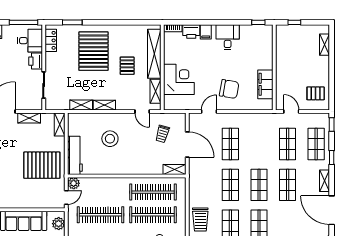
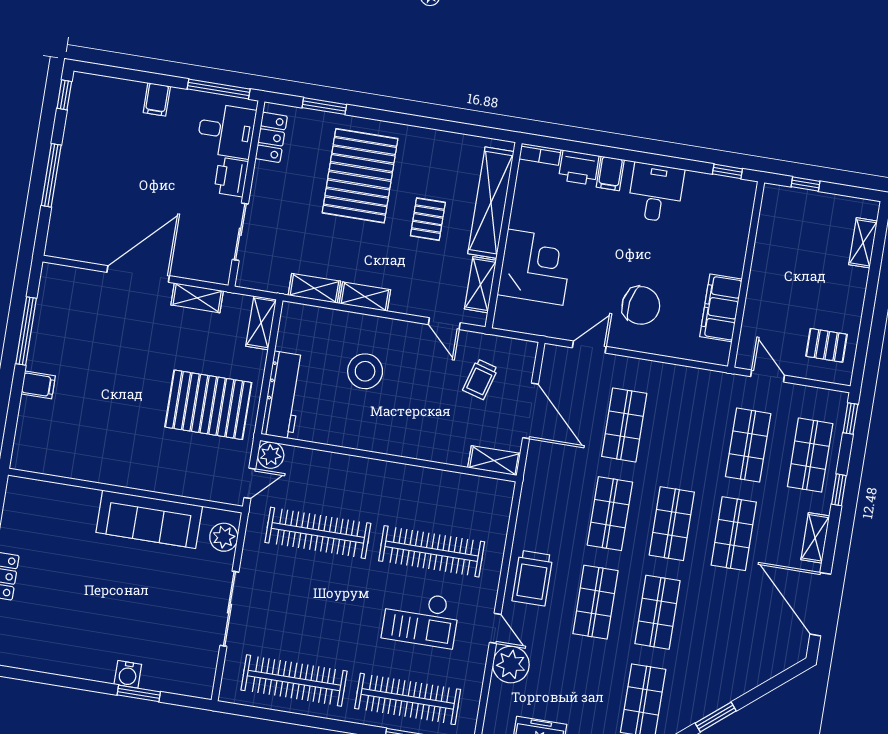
clothes rail: (153, 192) -> (440, 502), removed

